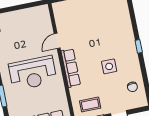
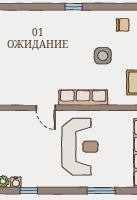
side table: (109, 66) -> (103, 56), moved

